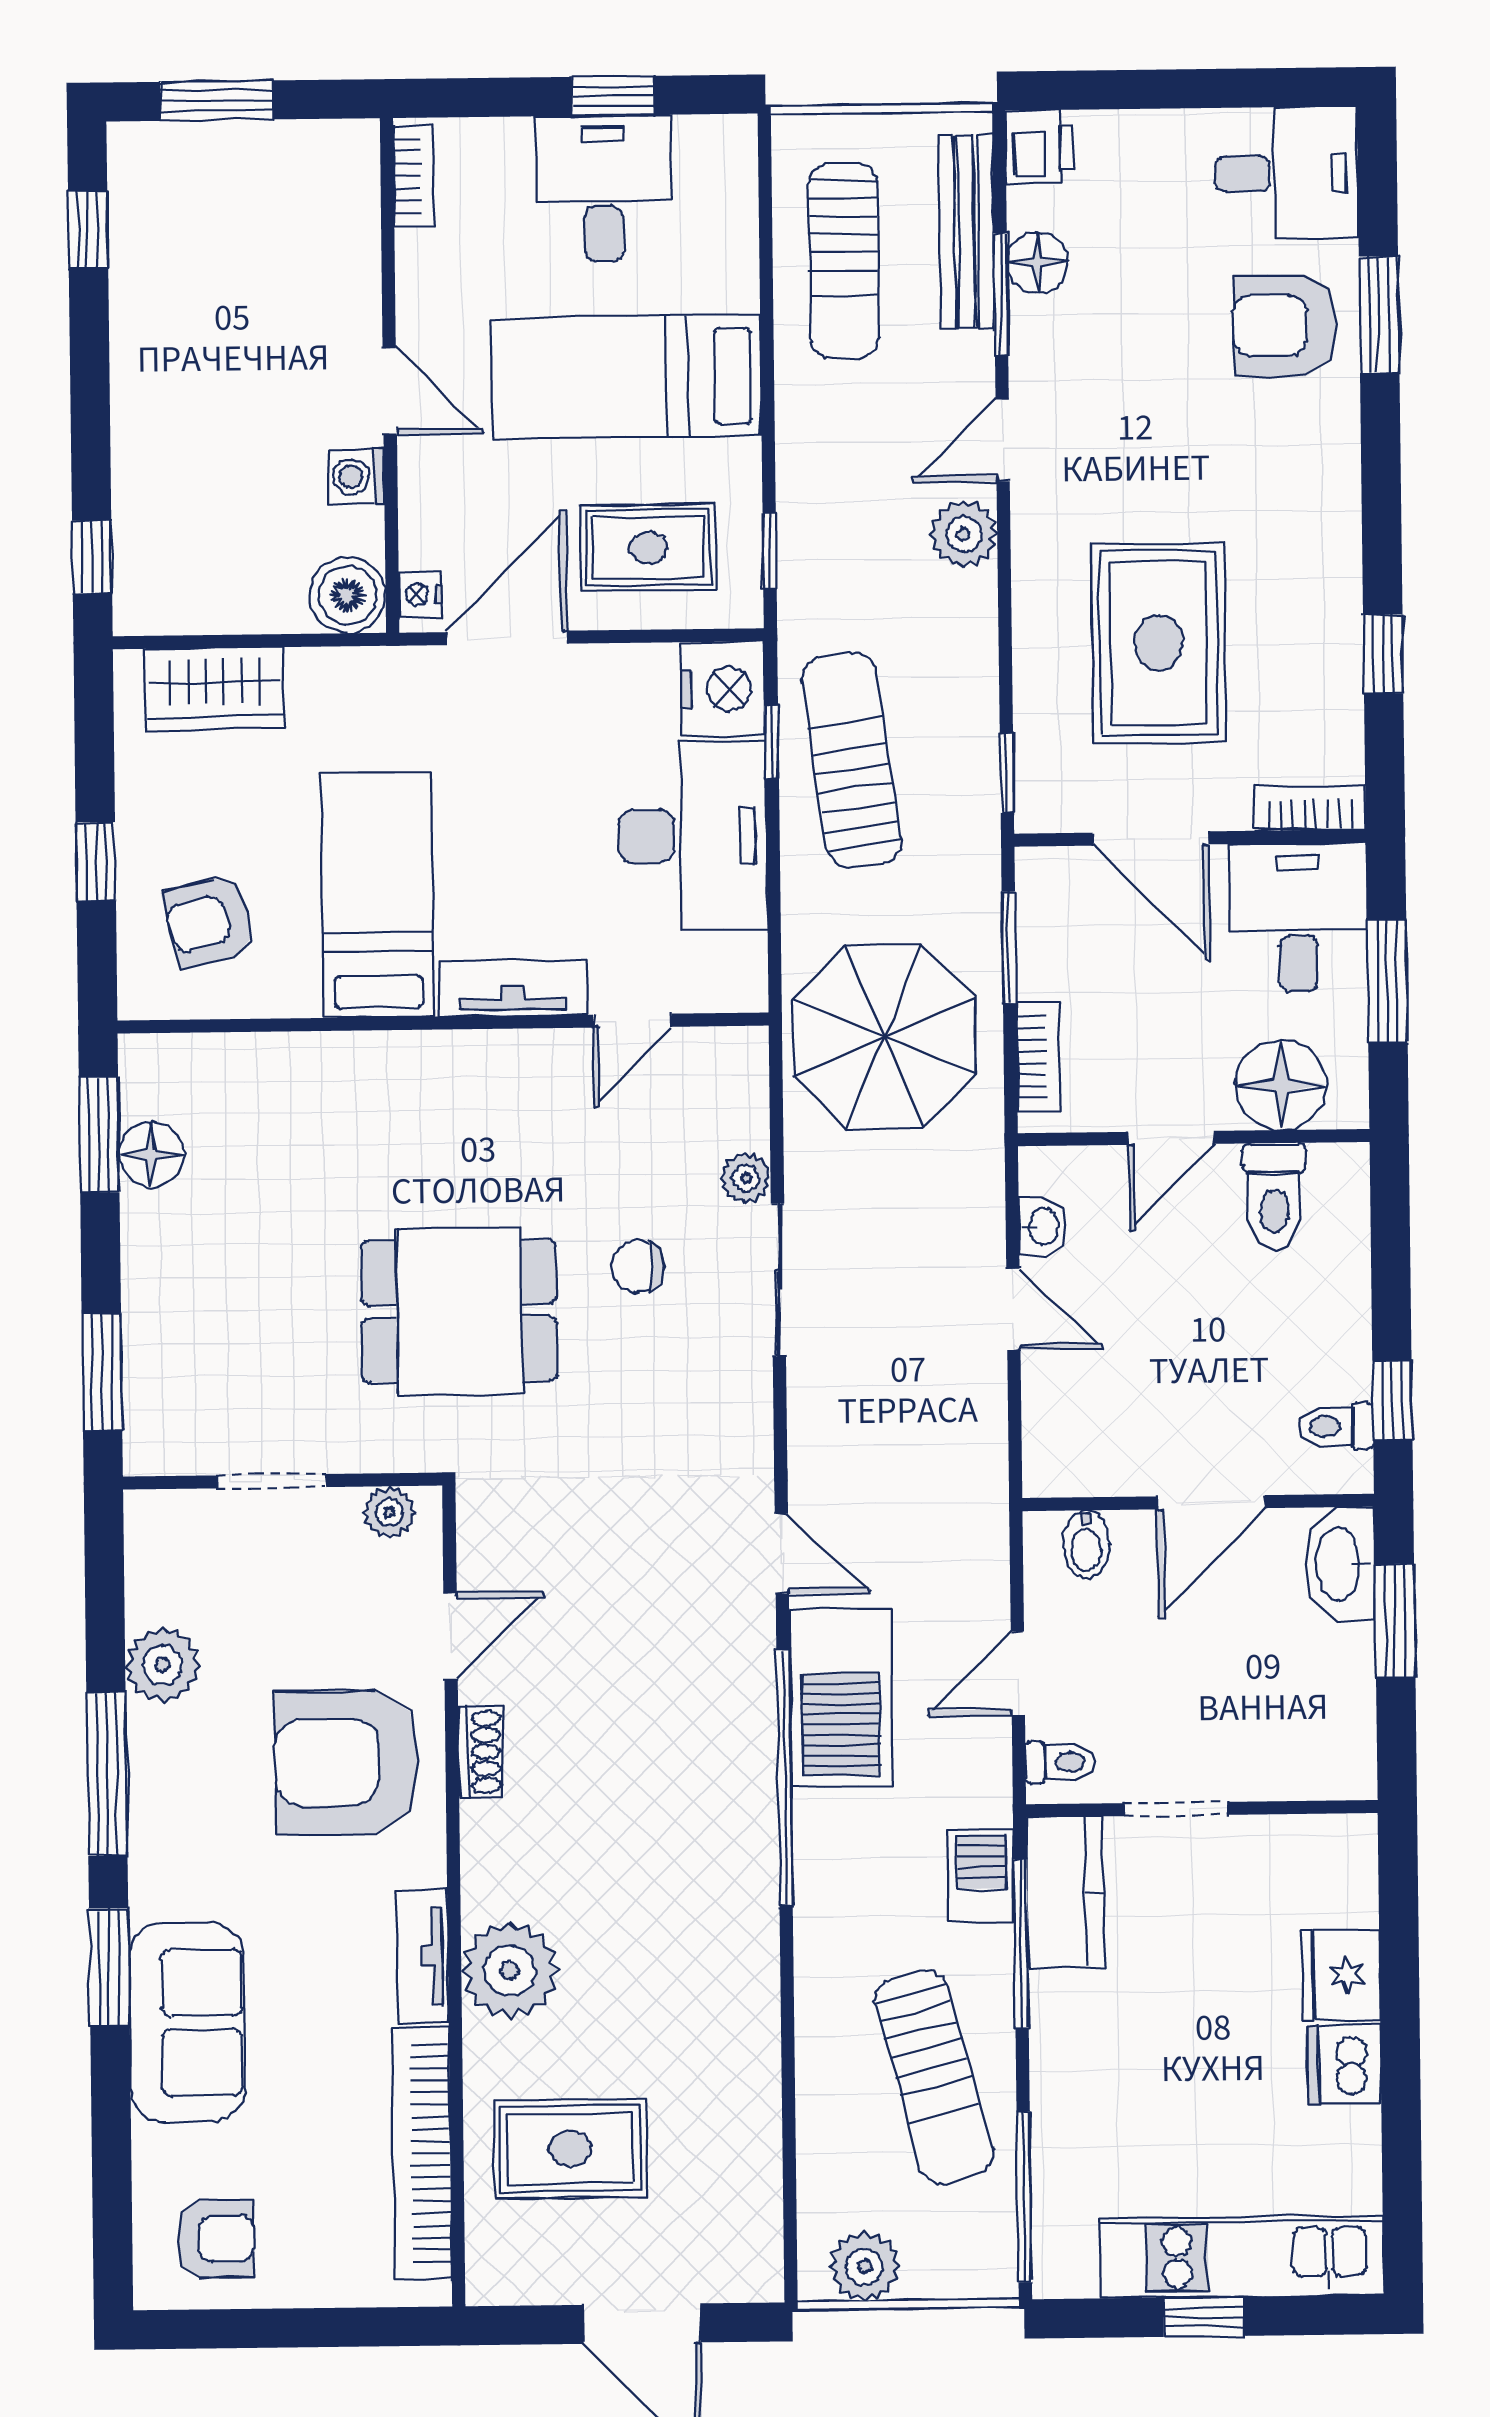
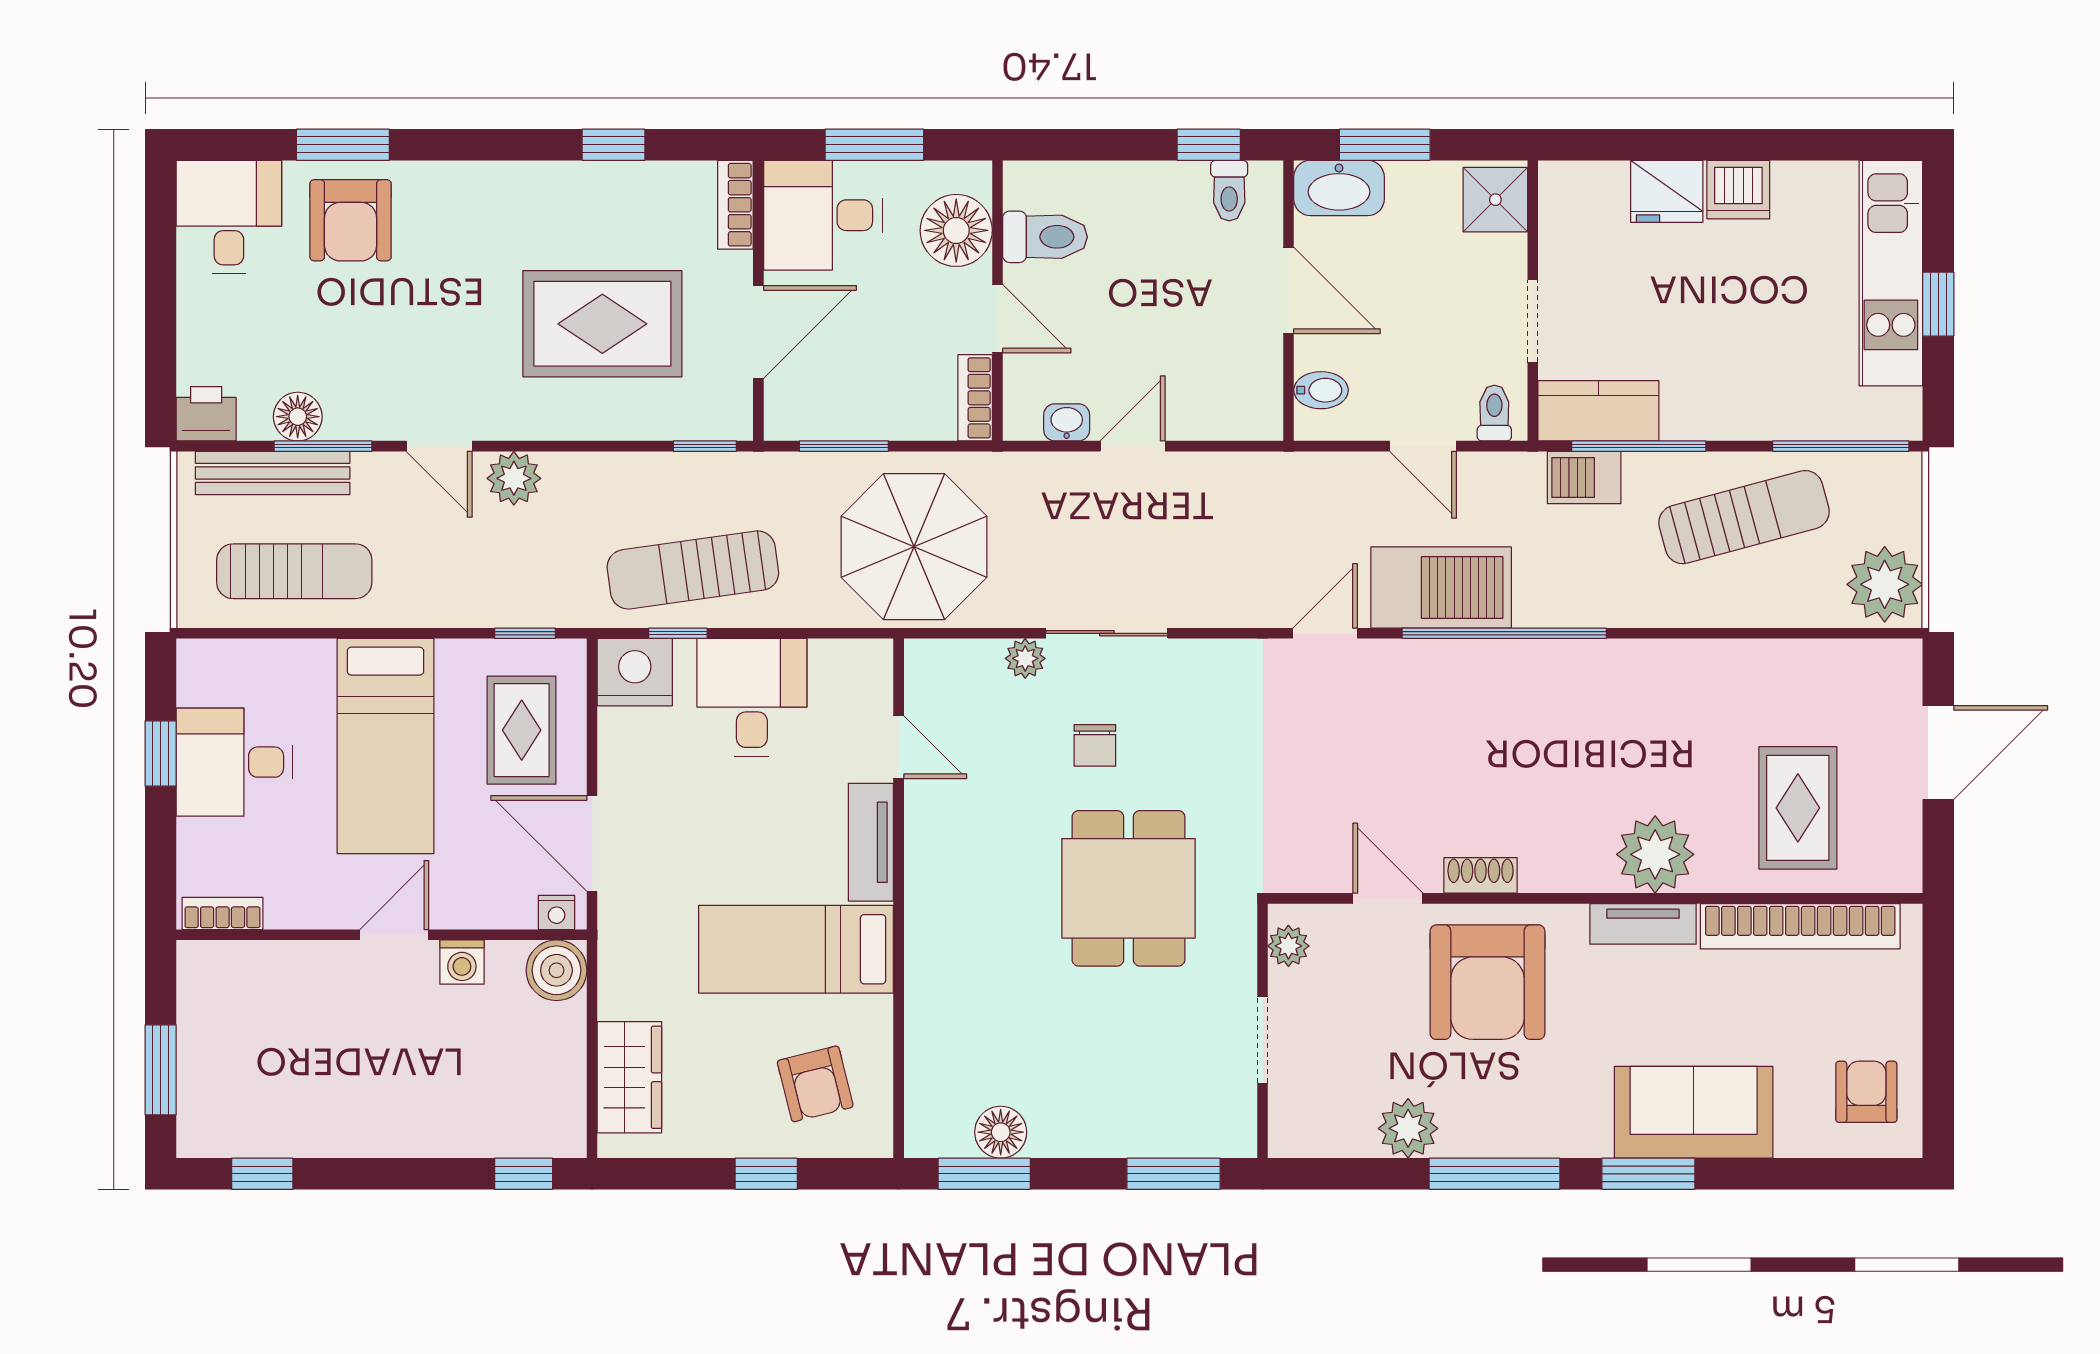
desk: (692, 836) -> (752, 698), width x0.73
bookcase: (1038, 1057) -> (975, 398), moved, turned -90
shower: (1328, 1760) -> (1495, 200), added
plant: (865, 2267) -> (1885, 584), width x1.36, depth x1.36

